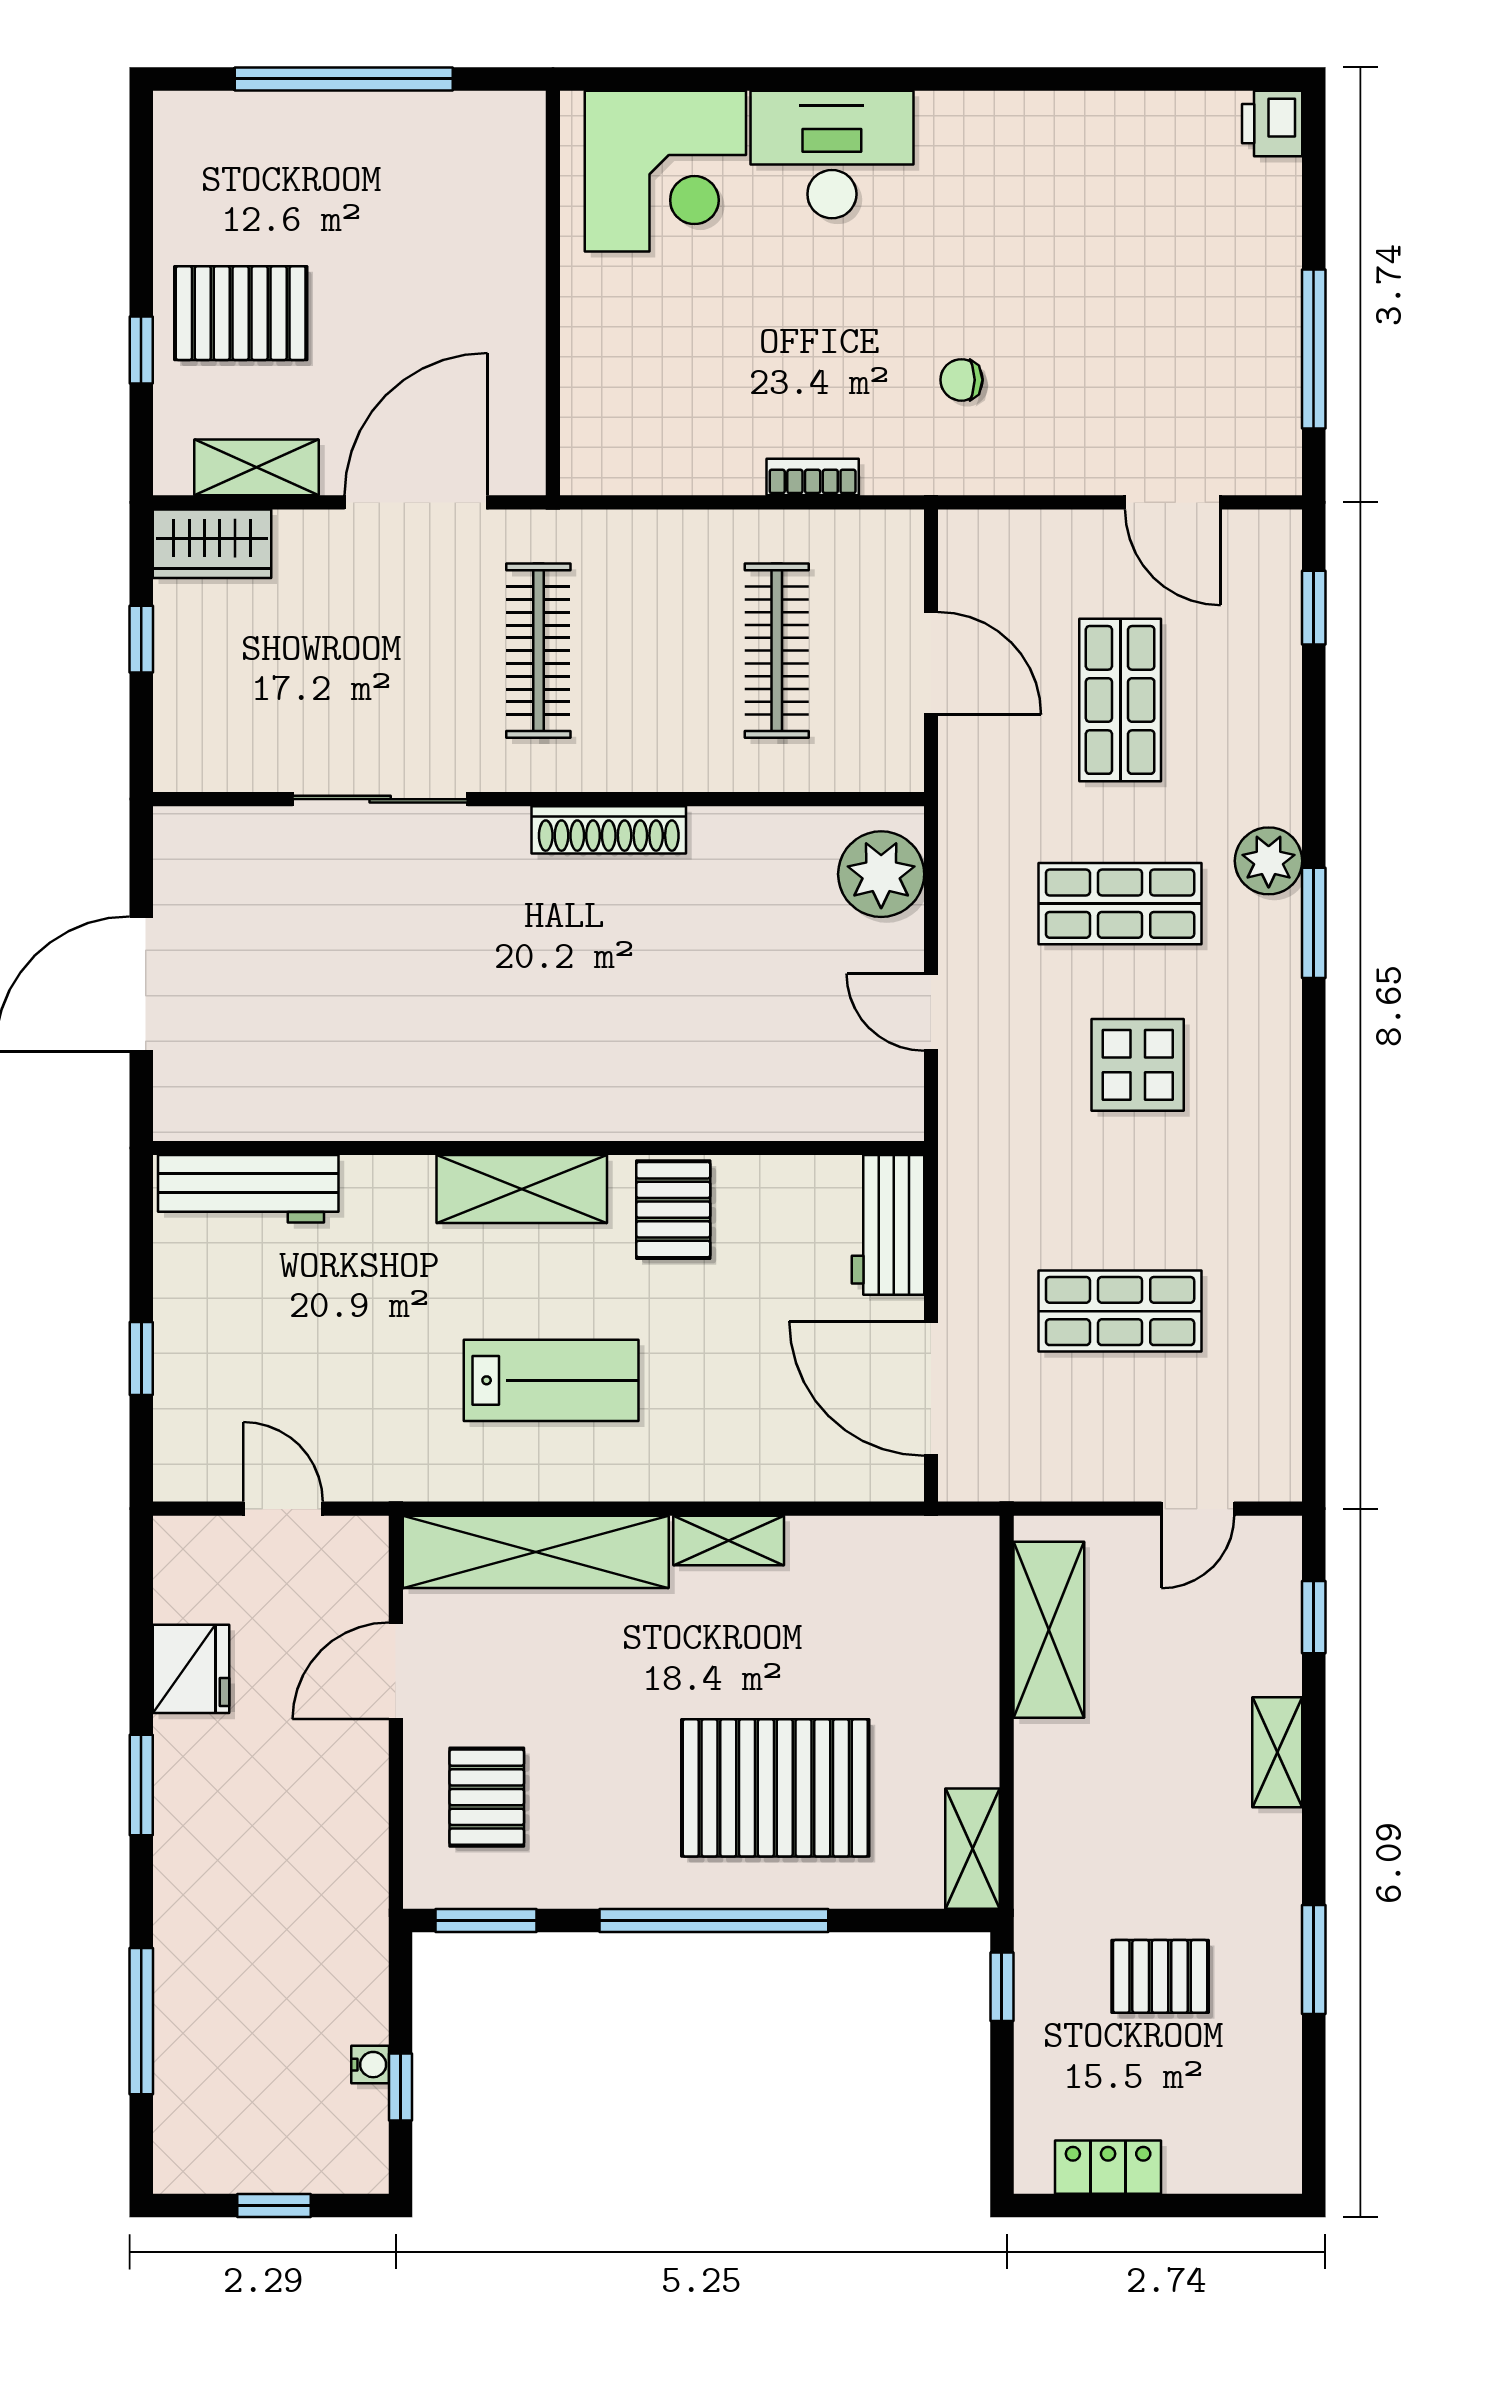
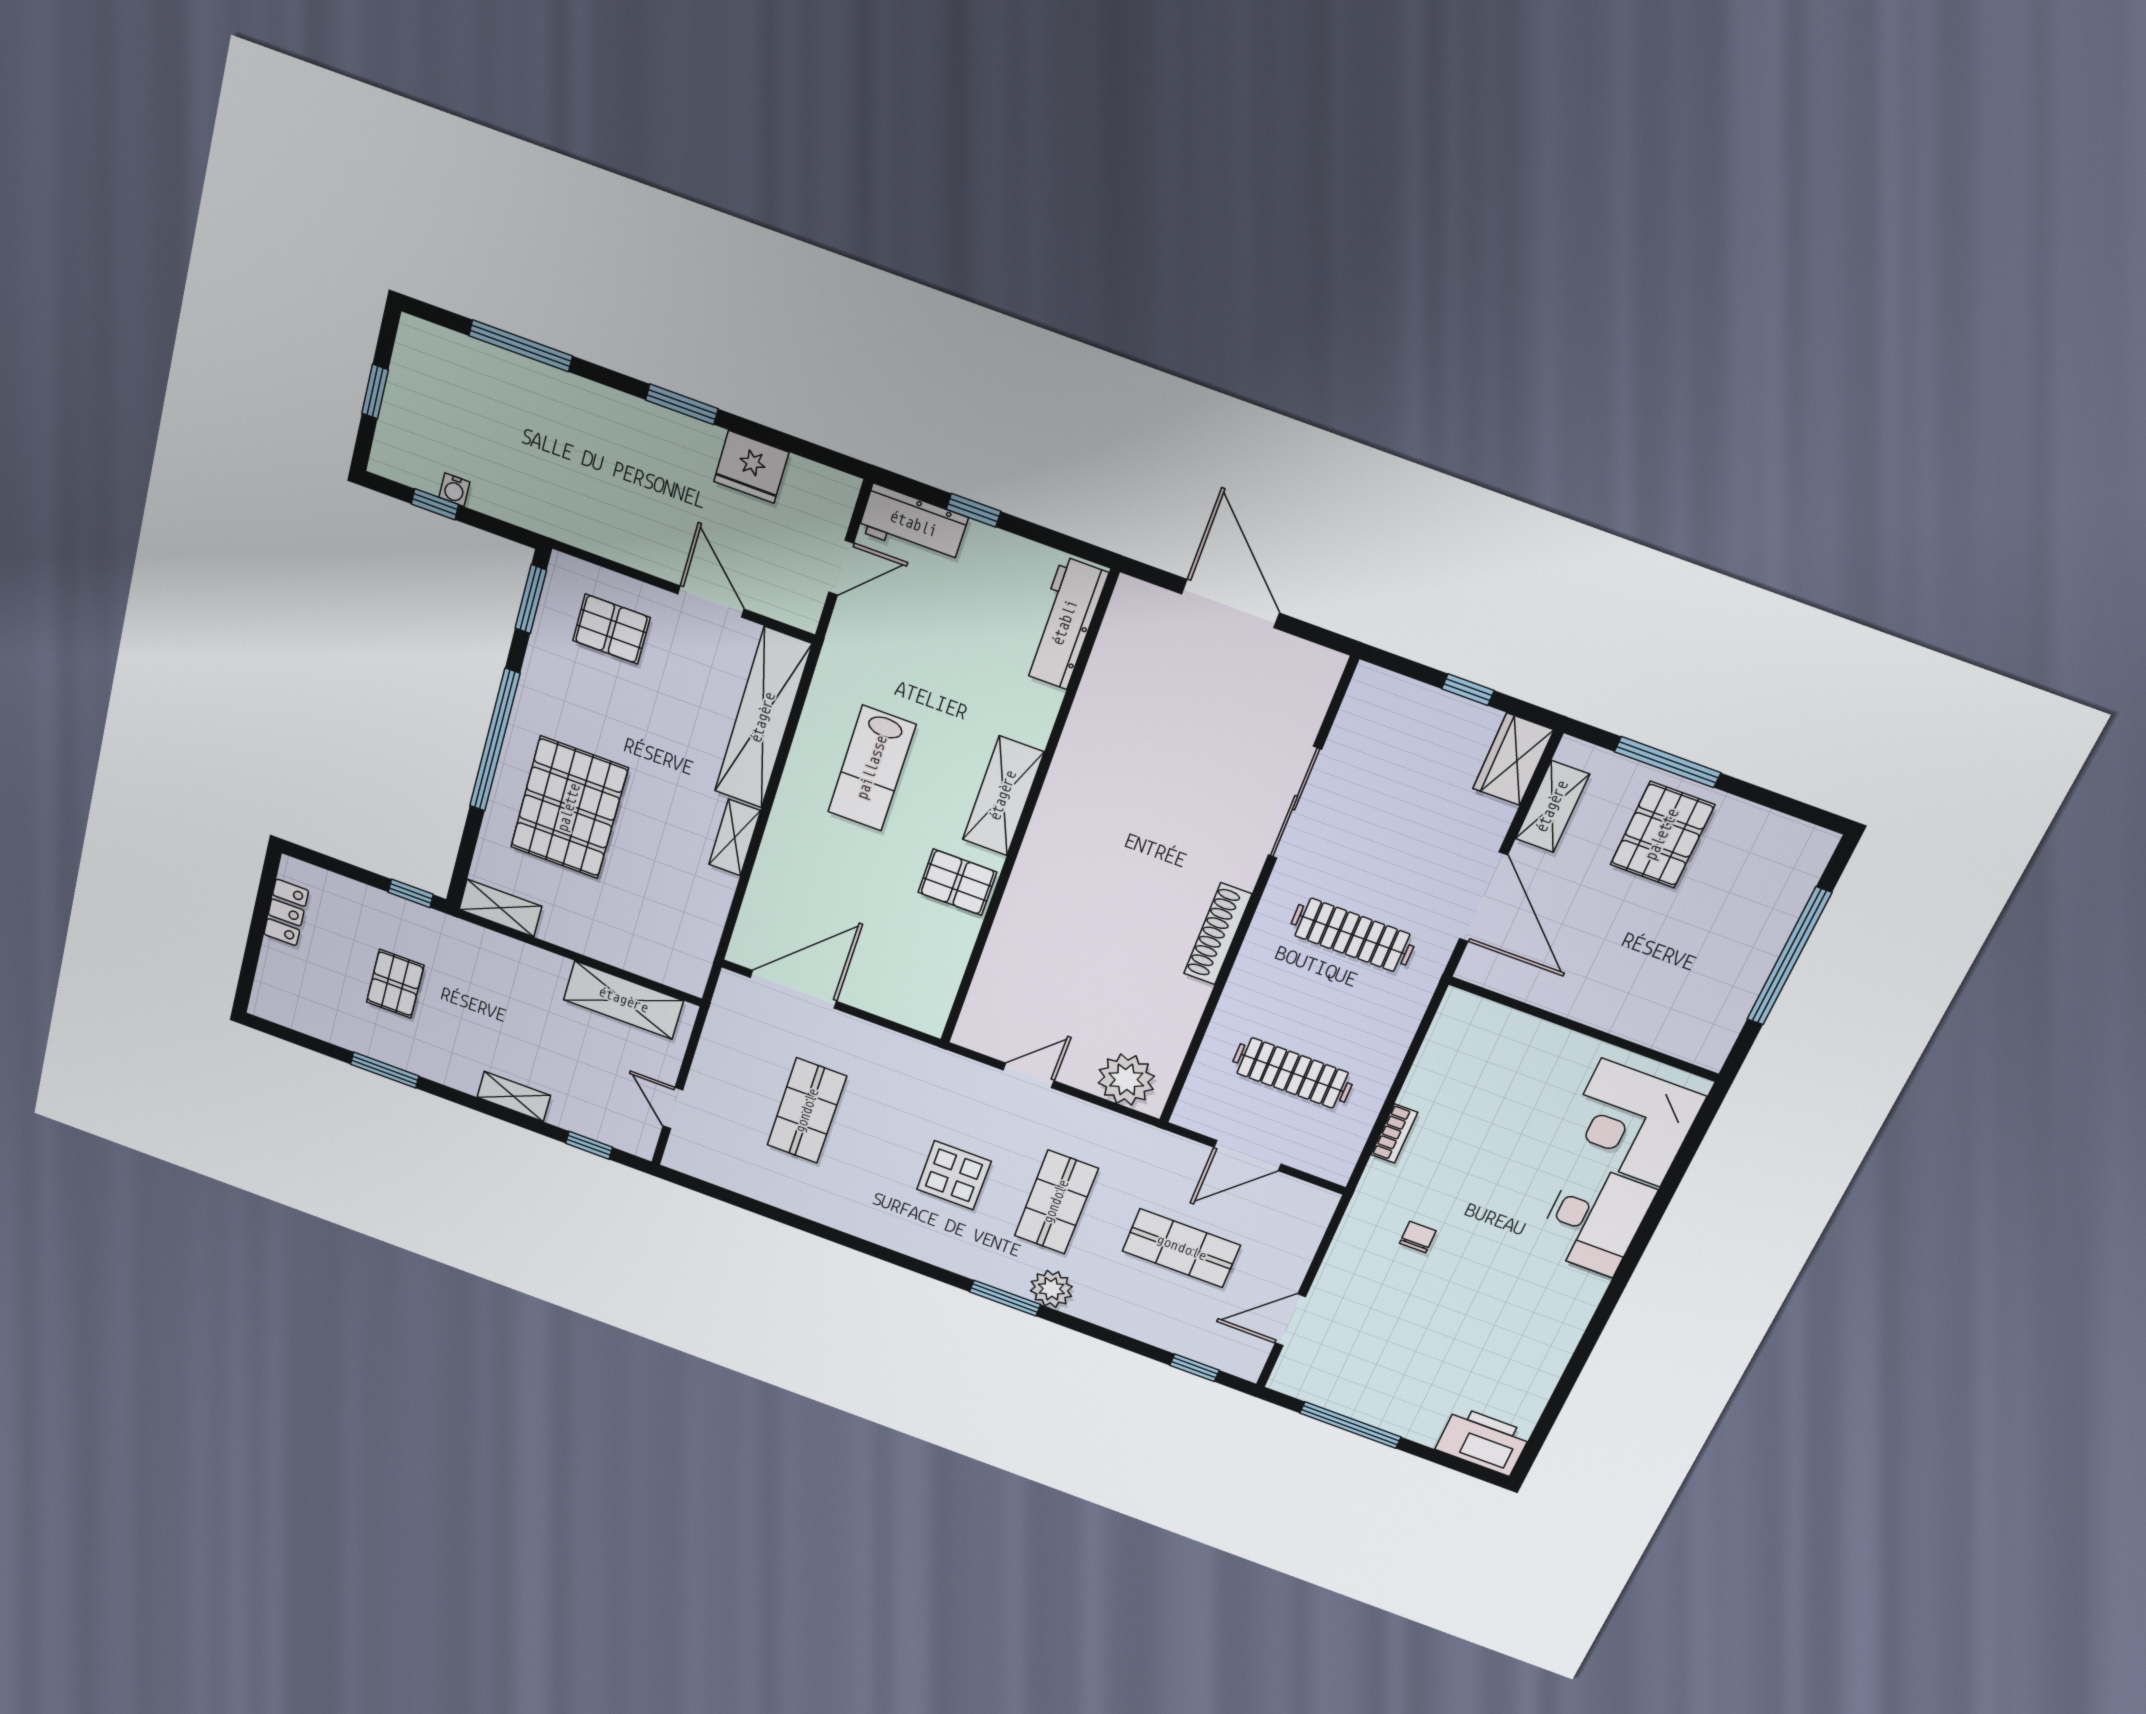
printer: (1272, 124) -> (1483, 1441), width x1.87, depth x1.48
window: (141, 350) -> (1668, 762), width x2.17
workbench: (888, 1225) -> (913, 524), moved, turned 180

